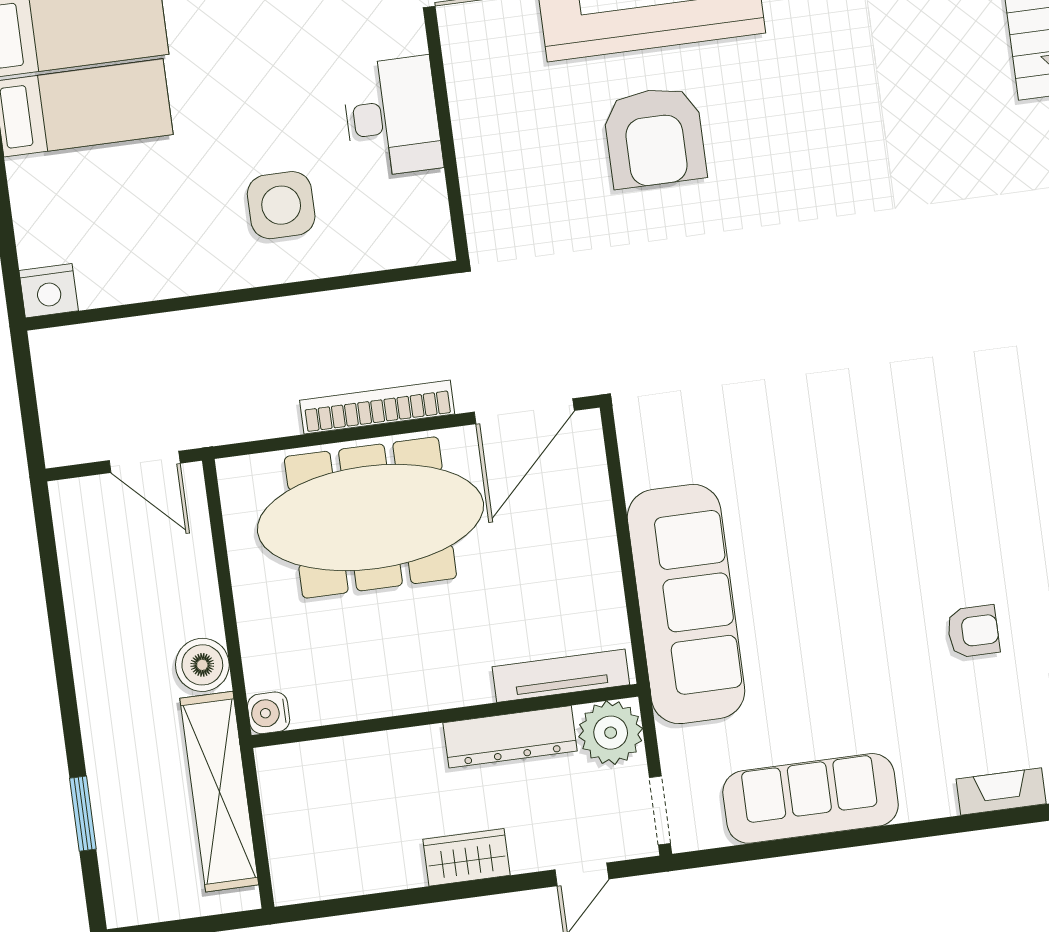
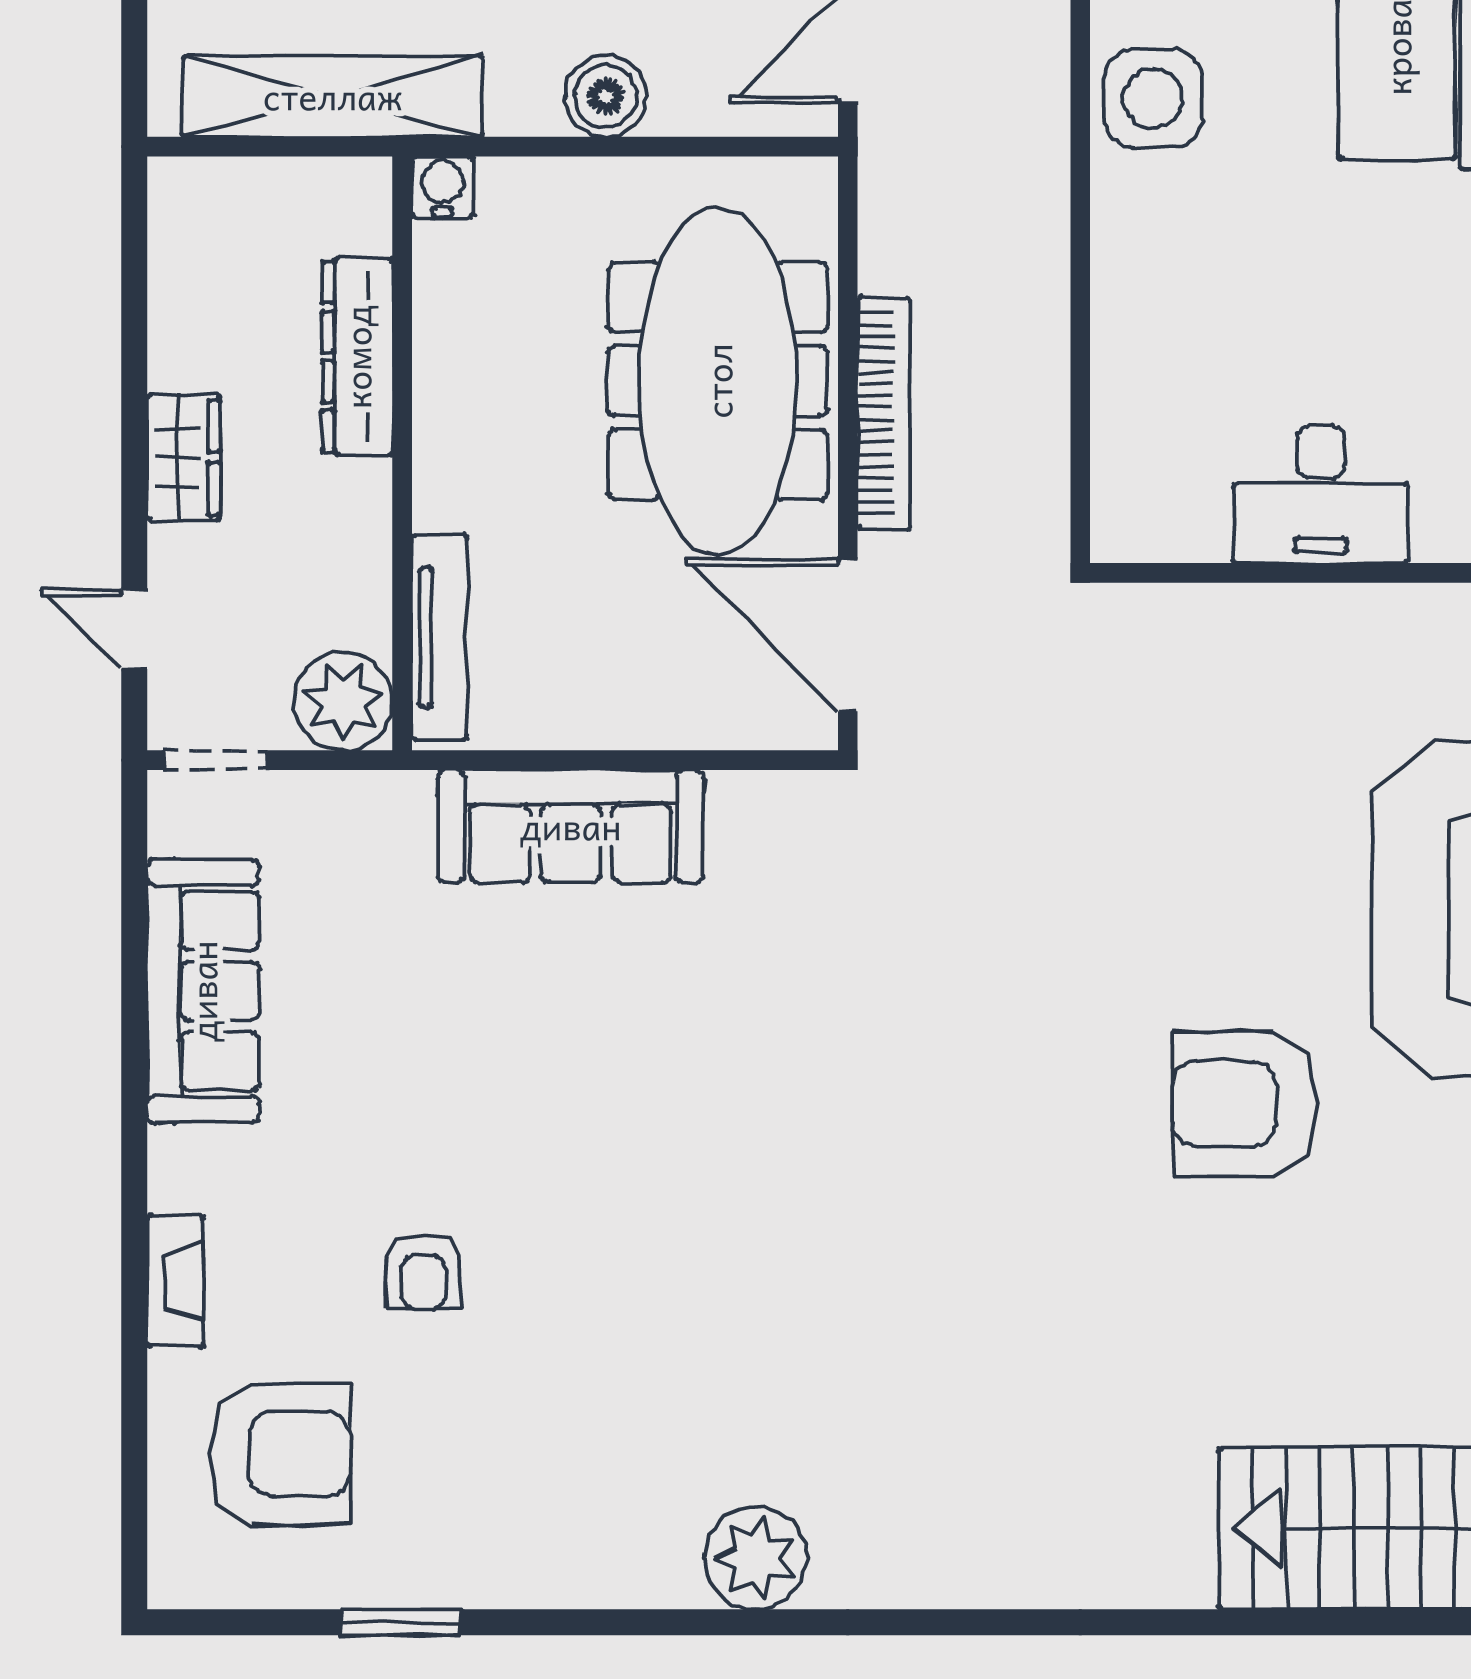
armchair: (655, 137) -> (1245, 1104), moved
side table: (281, 205) -> (1153, 98), moved
sofa: (686, 604) -> (571, 826), width x0.74, depth x0.79
boiler: (202, 665) -> (606, 96), moved
dresser: (510, 737) -> (357, 357), moved

